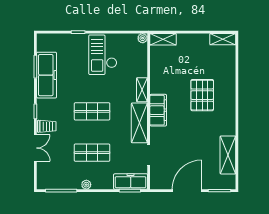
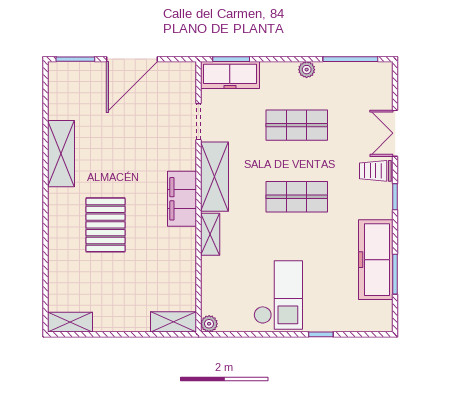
shelving: (228, 155) -> (61, 154), moved

